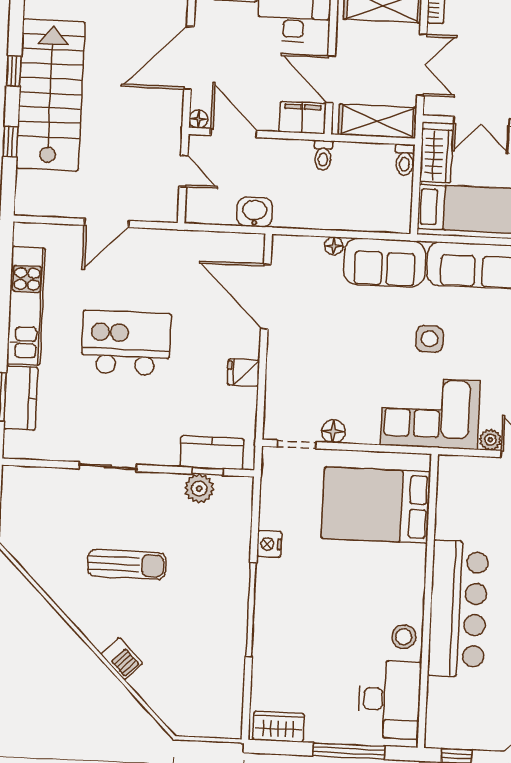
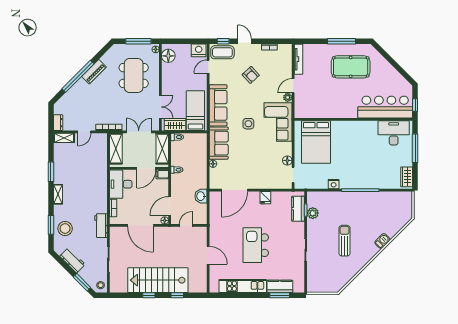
filing cabinet: (302, 118) -> (162, 174), width x0.50
bar counter: (458, 609) -> (385, 107), moved
stool: (404, 637) -> (368, 128), removed

